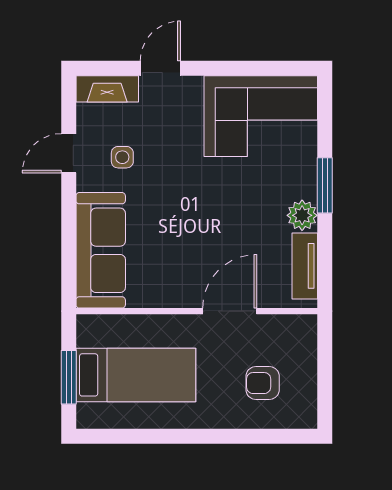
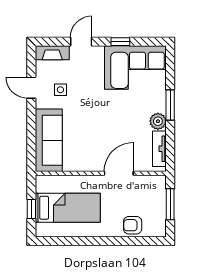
window: (233, 68) -> (120, 42), added
door: (69, 153) -> (31, 88), hinge flipped
window: (325, 368) -> (170, 204), added
window: (69, 377) -> (31, 209), width x0.67
armchair: (263, 383) -> (133, 225), moved

